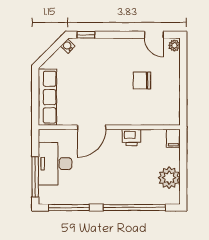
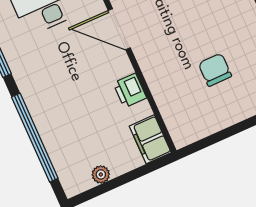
filing cabinet: (173, 138) -> (150, 139), width x2.00
plant: (169, 178) -> (101, 174), width x0.53, depth x0.53

